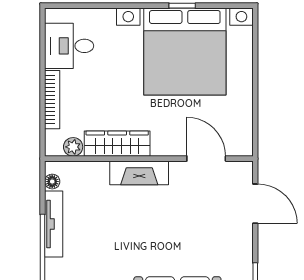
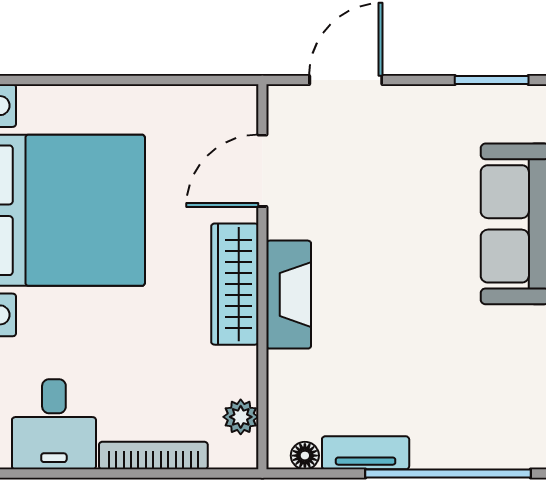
wardrobe: (117, 144) -> (235, 284), moved
tv unit: (54, 224) -> (366, 453), width x0.71

